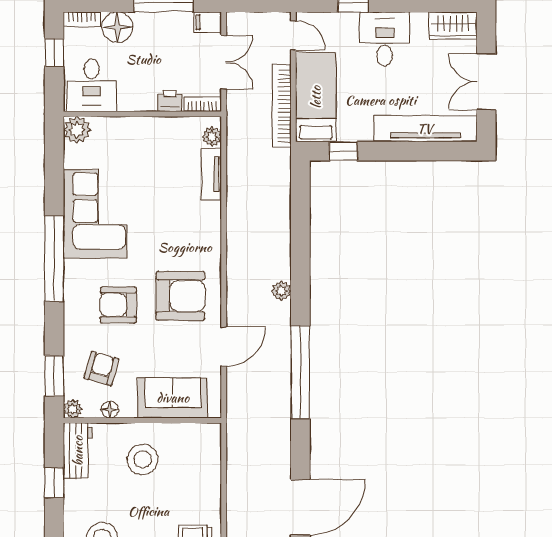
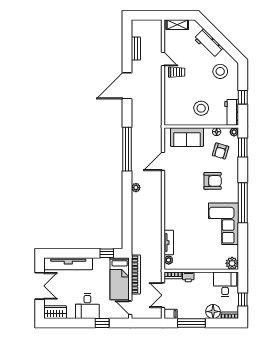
armchair: (180, 296) -> (183, 185), removed

